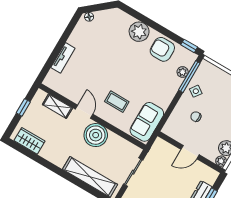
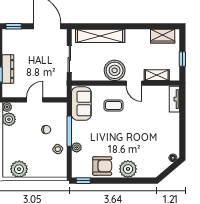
tv unit: (63, 58) -> (174, 99), moved
plant: (183, 72) -> (77, 147), moved
window: (189, 77) -> (69, 131), moved

